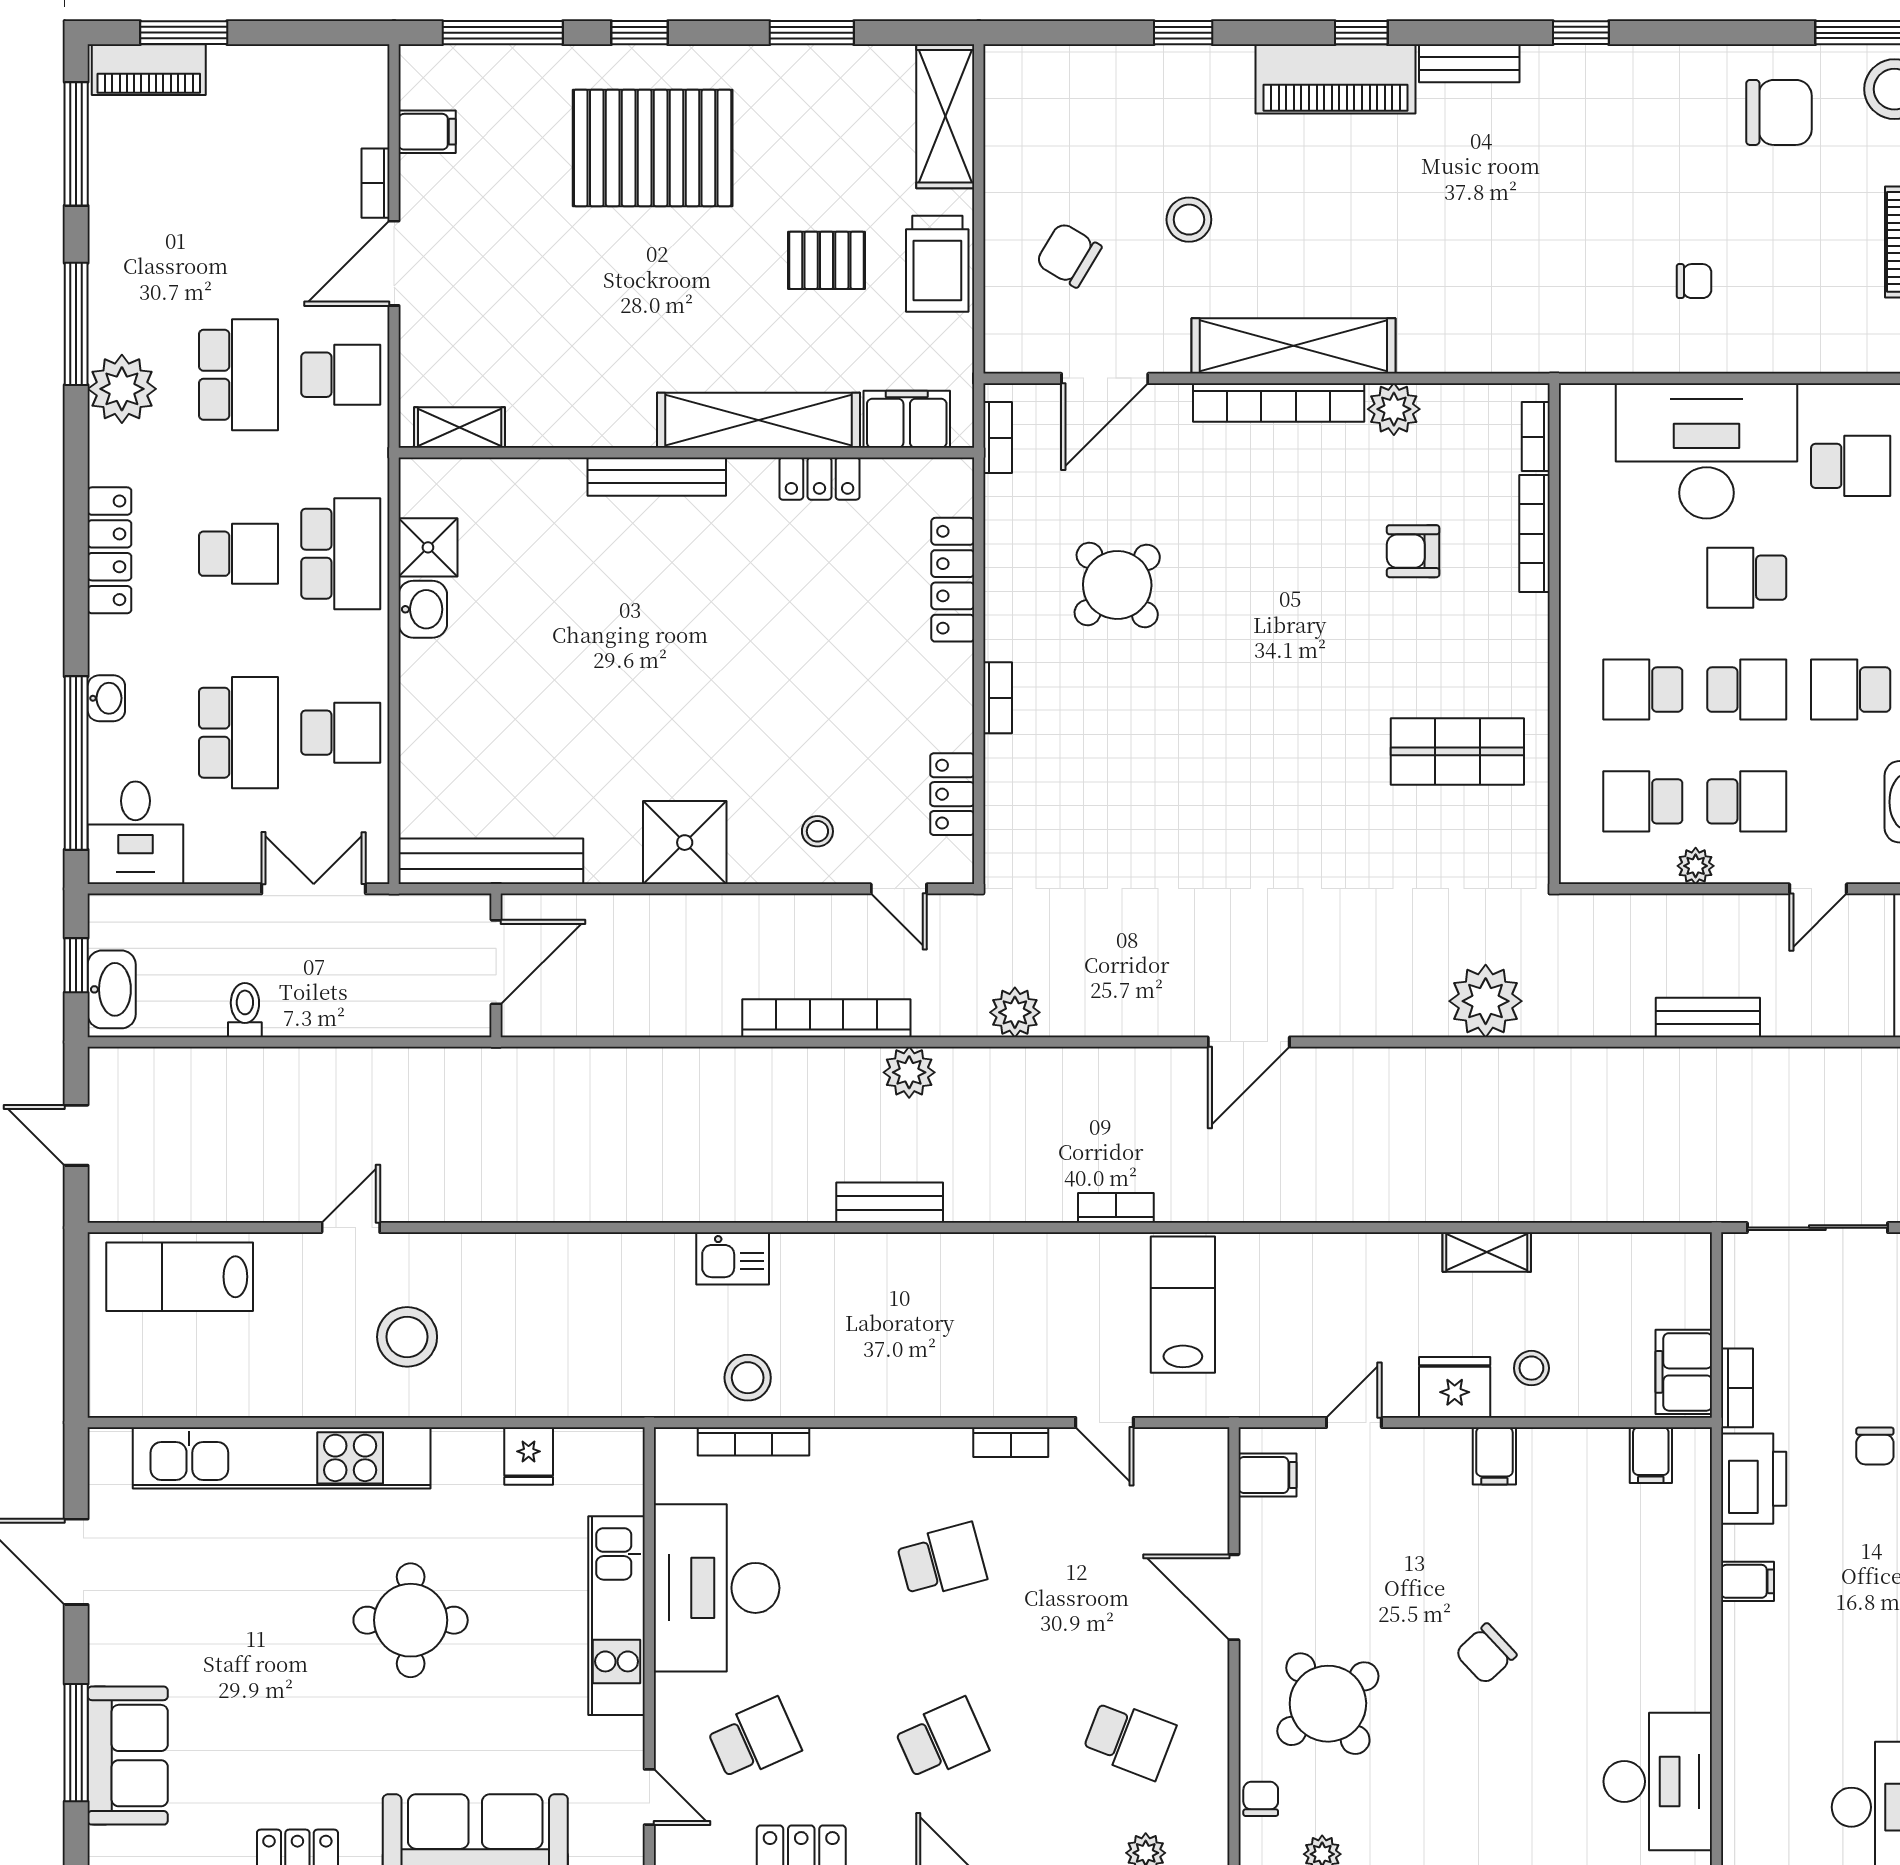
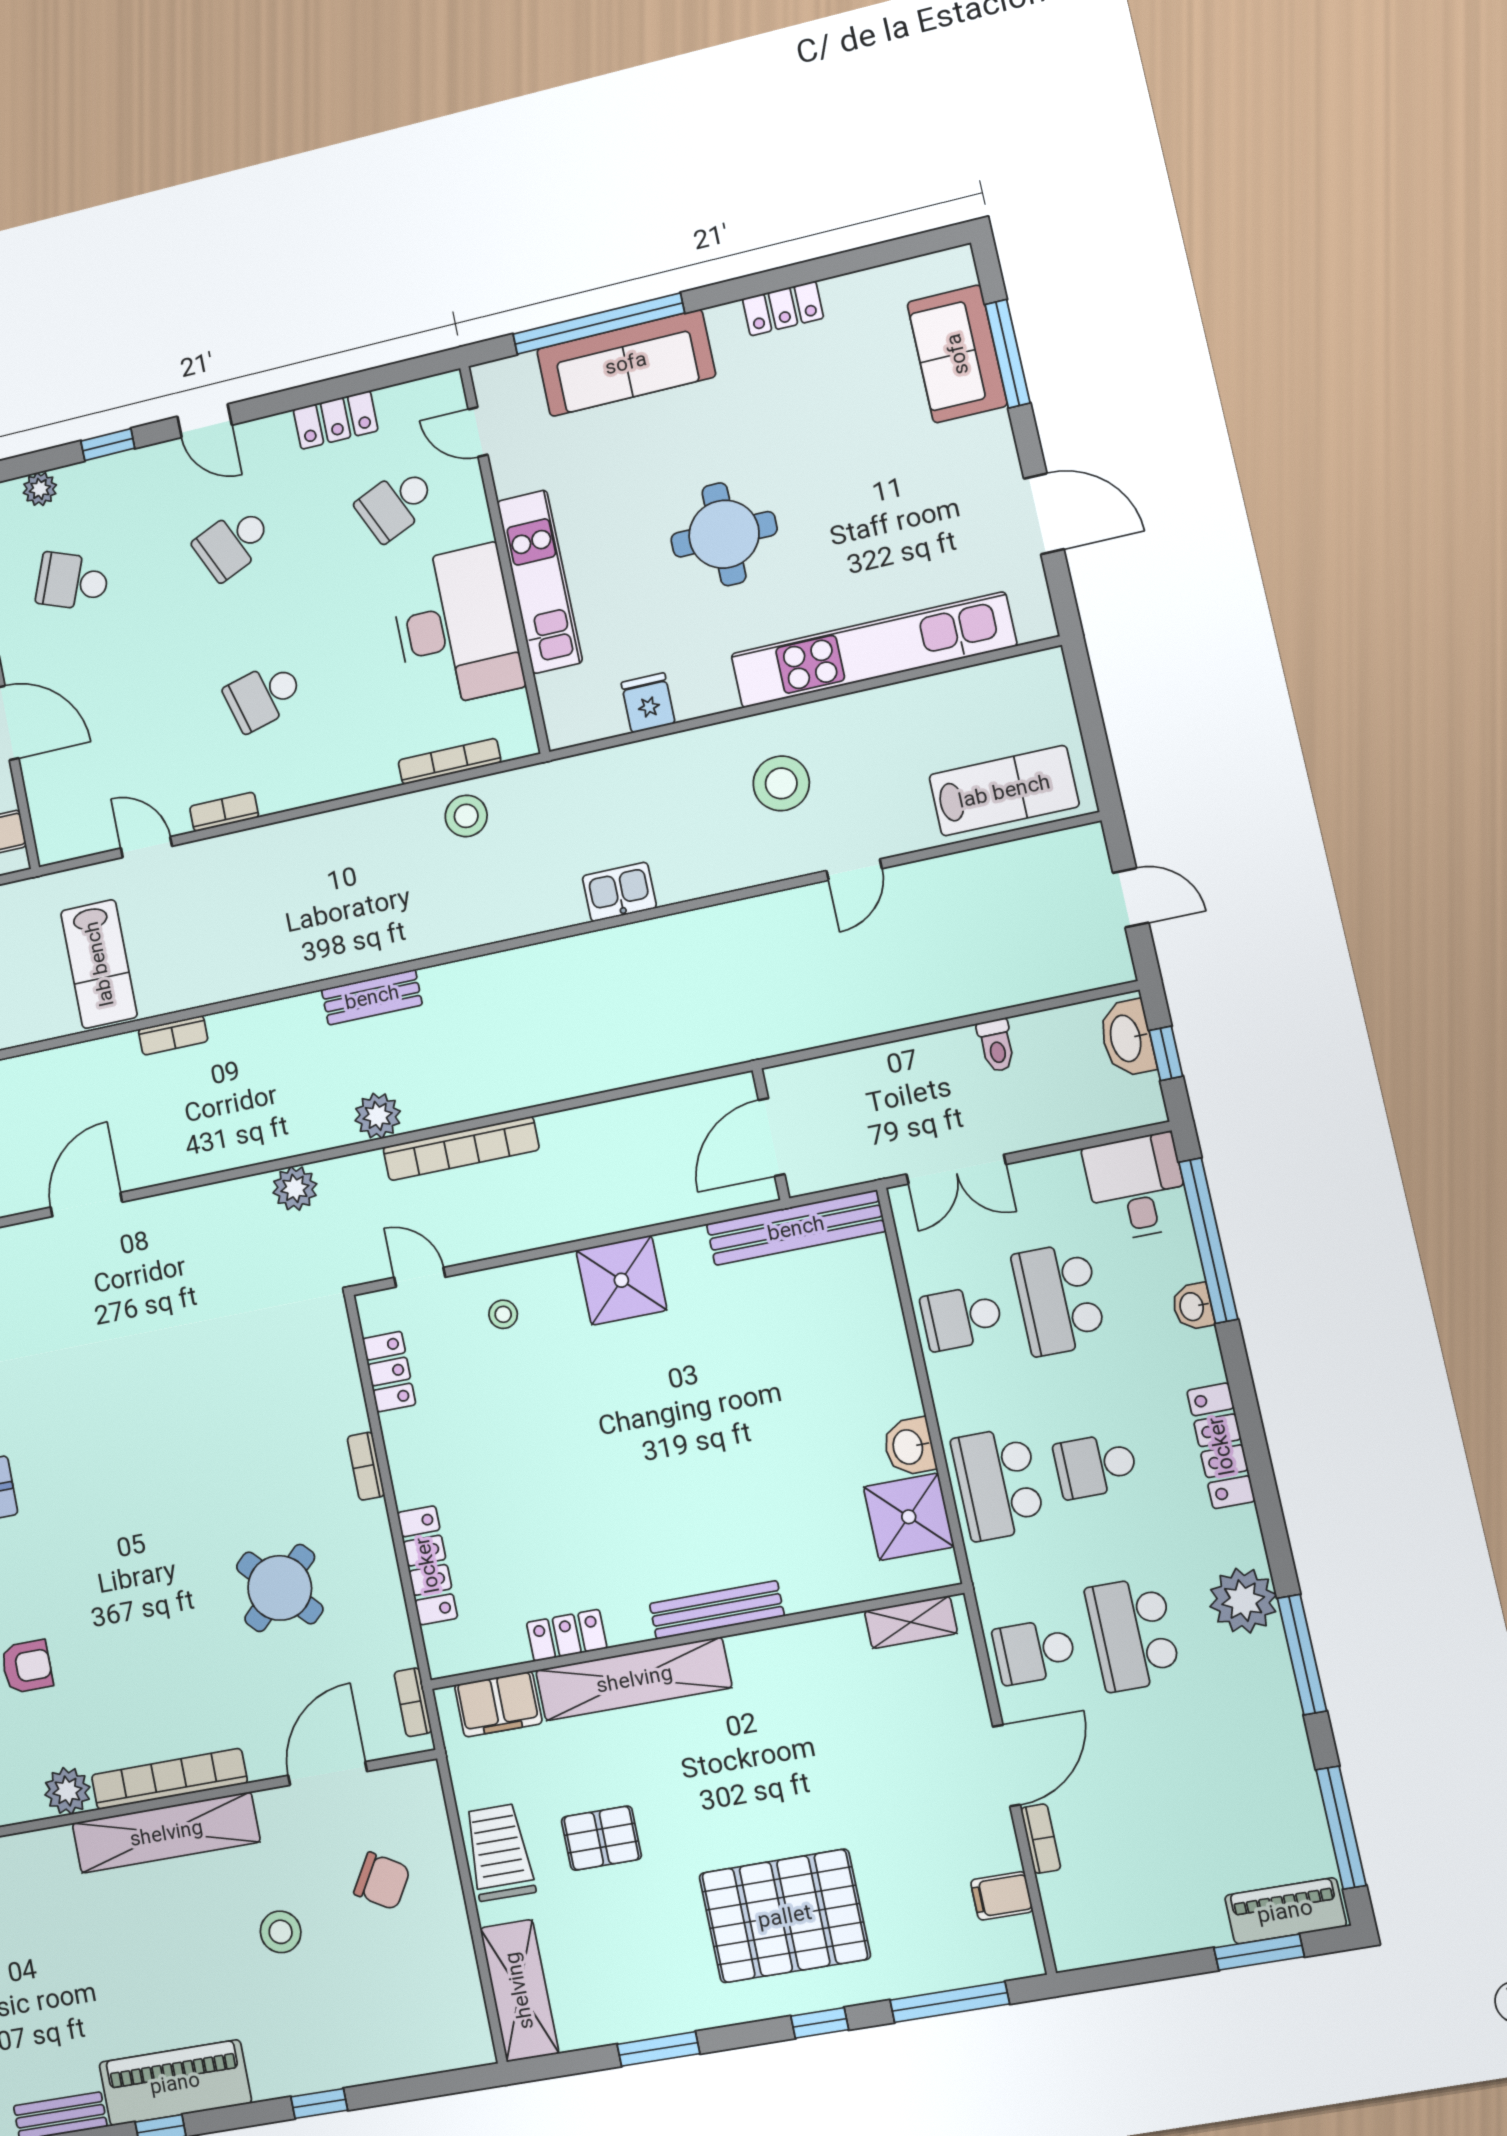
shower: (428, 547) -> (909, 1517), width x1.36, depth x1.36
kitchen sink: (733, 1258) -> (619, 892), moved

